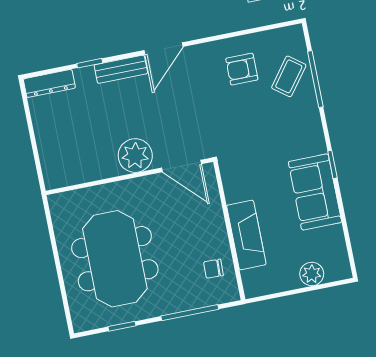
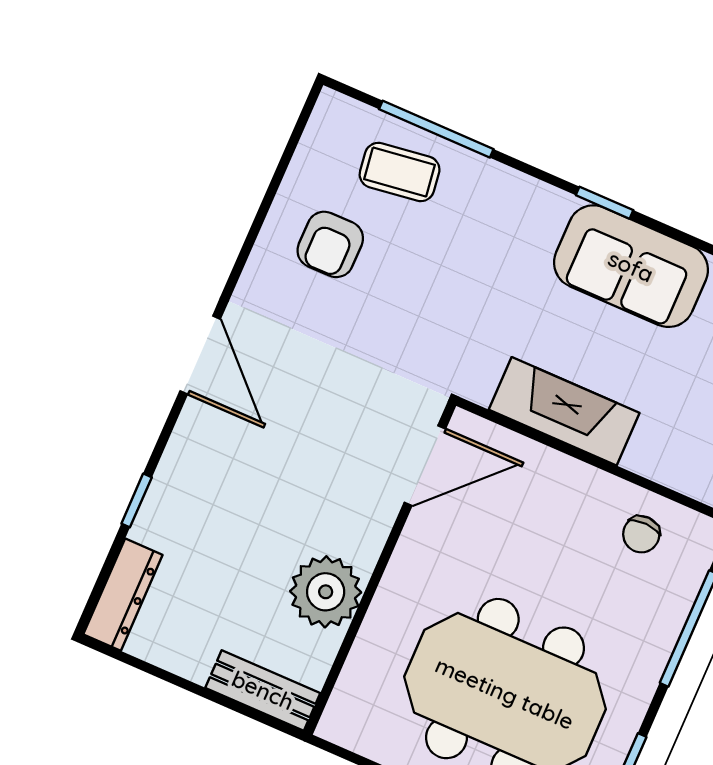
bench: (121, 69) -> (263, 690), moved, turned 90
coffee table: (289, 76) -> (400, 172), turned -45
plant: (135, 156) -> (326, 592), moved
fireplace: (246, 235) -> (564, 411), moved

